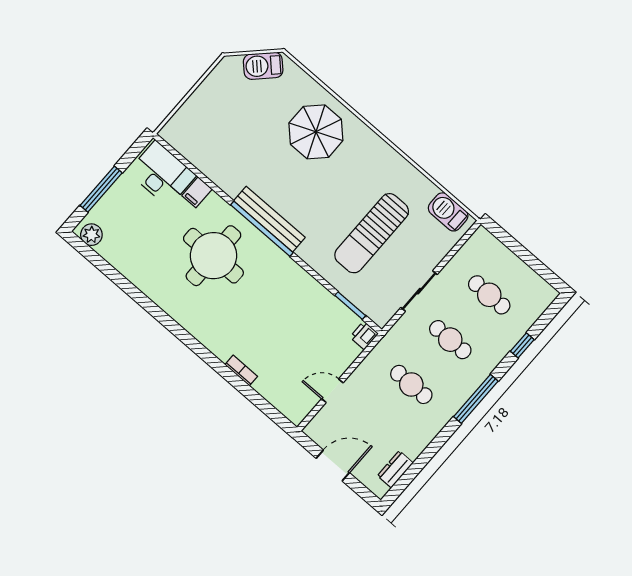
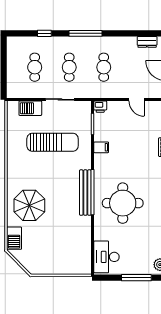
barbecue: (263, 66) -> (14, 238), moved, turned 45
filing cabinet: (197, 192) -> (101, 147), moved
barbecue: (448, 212) -> (30, 108), moved, turned 90

